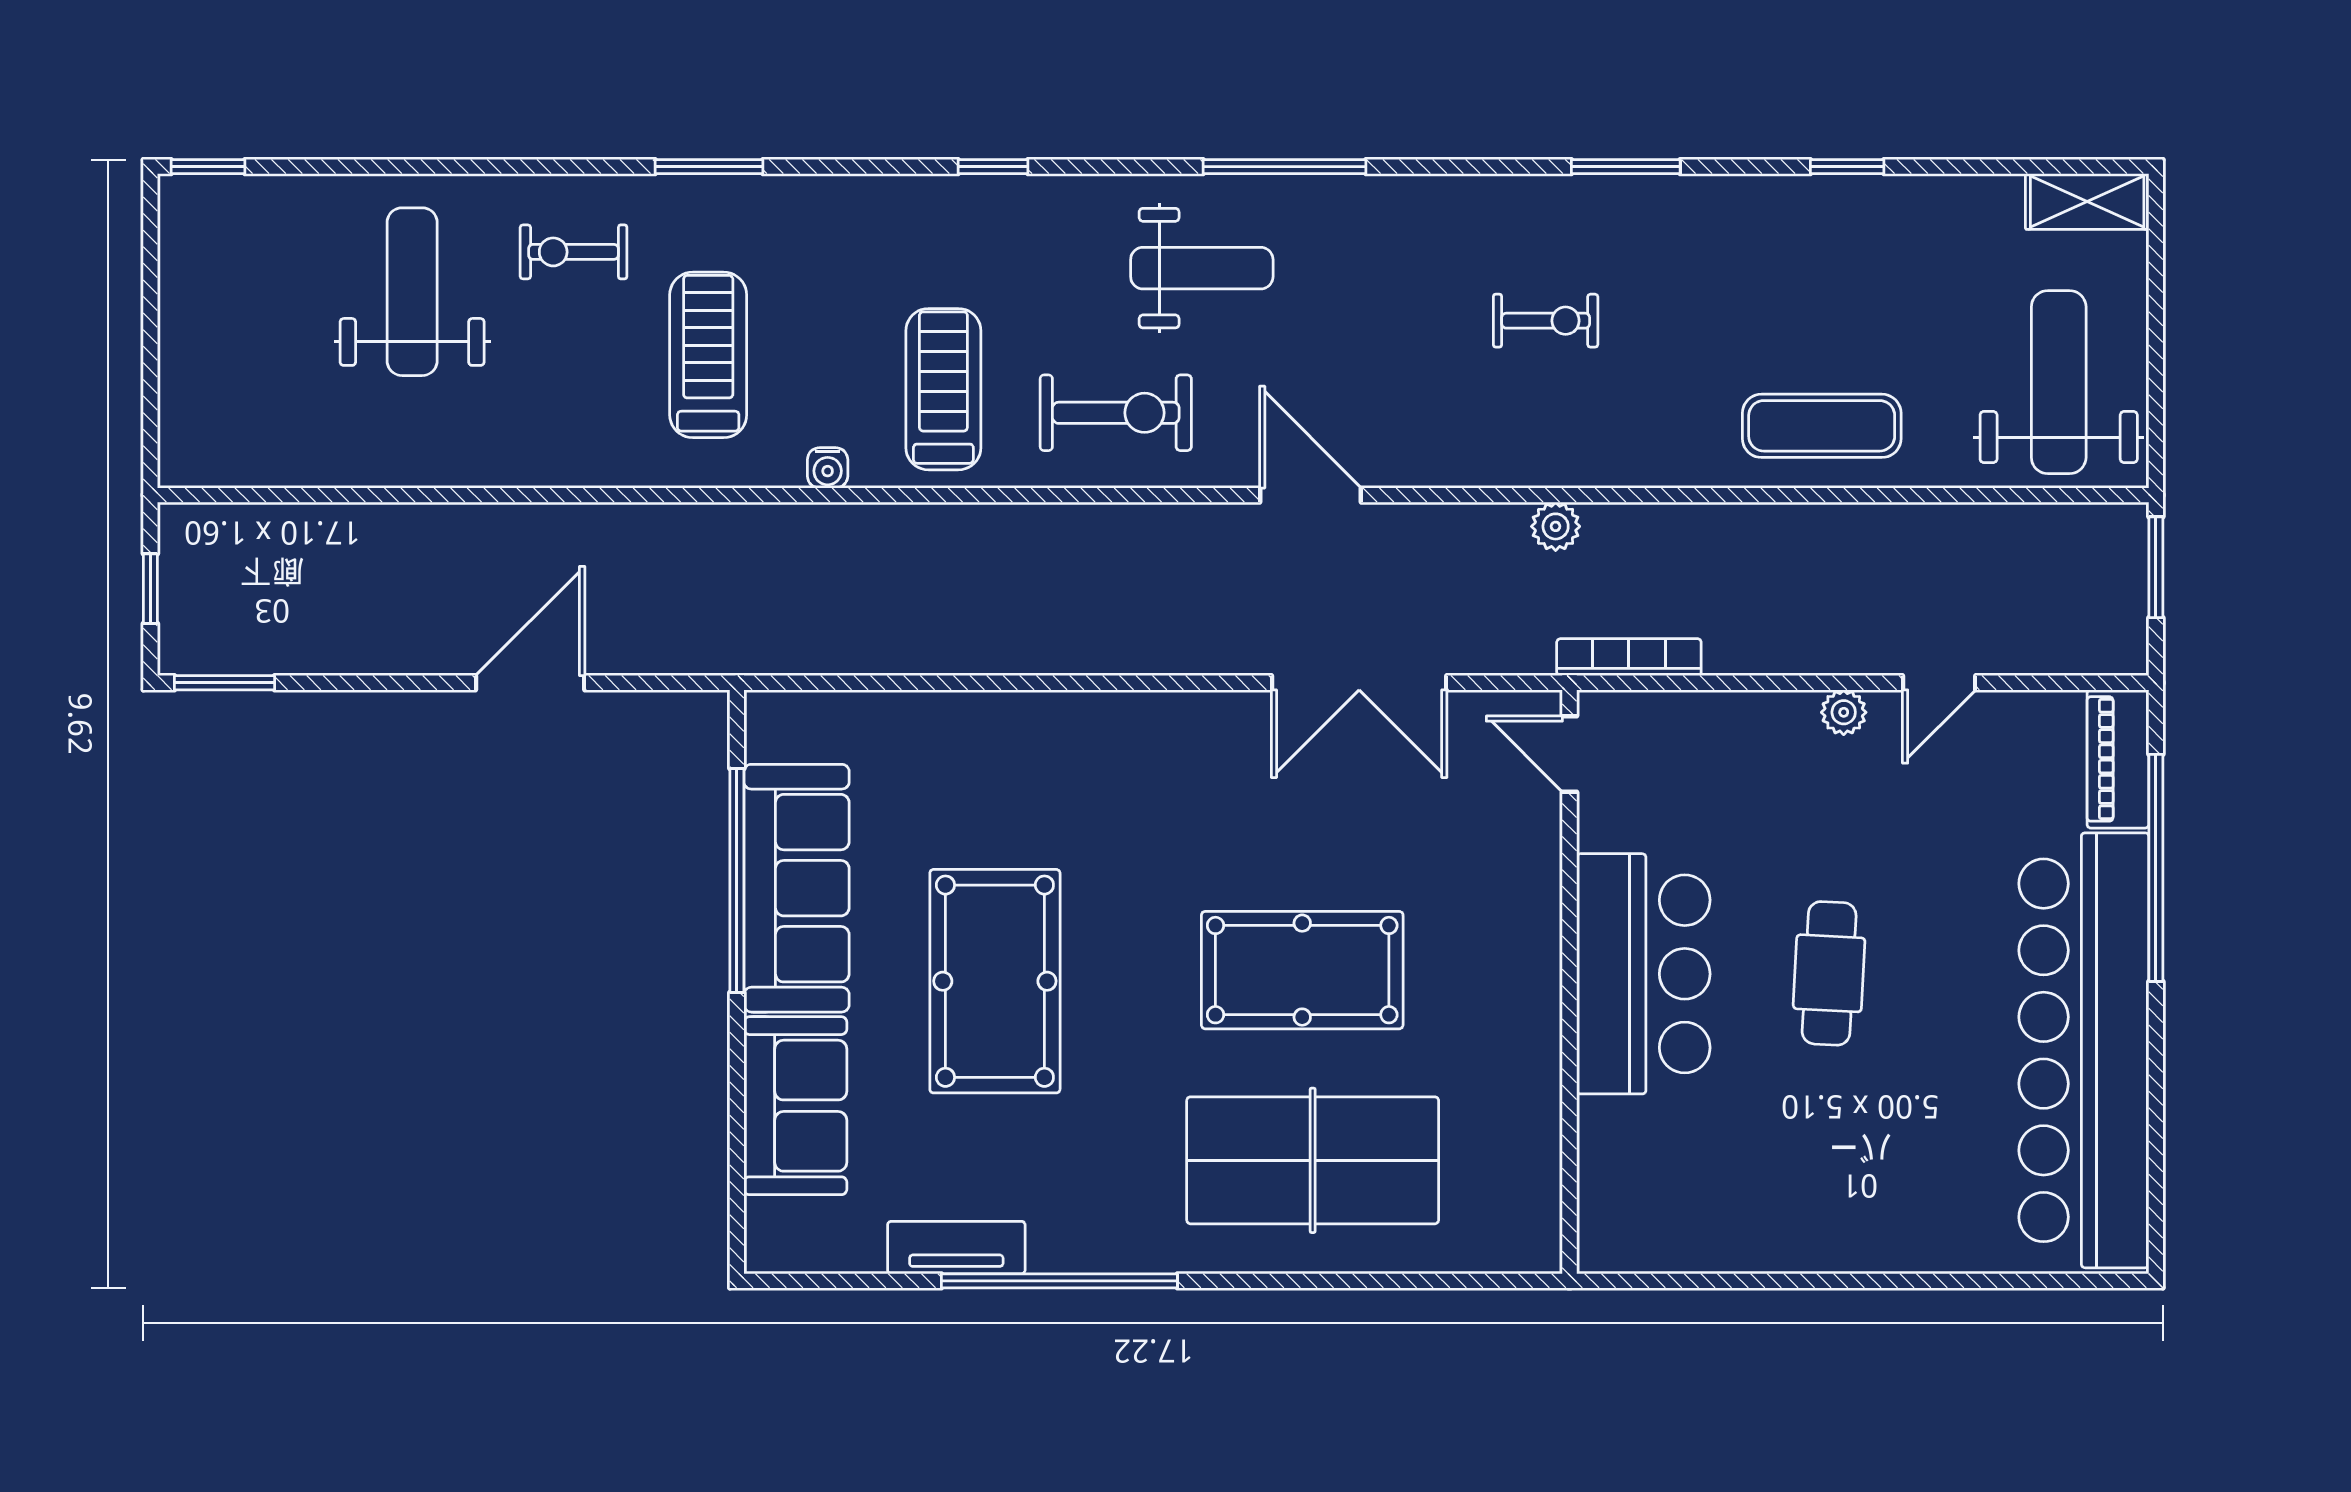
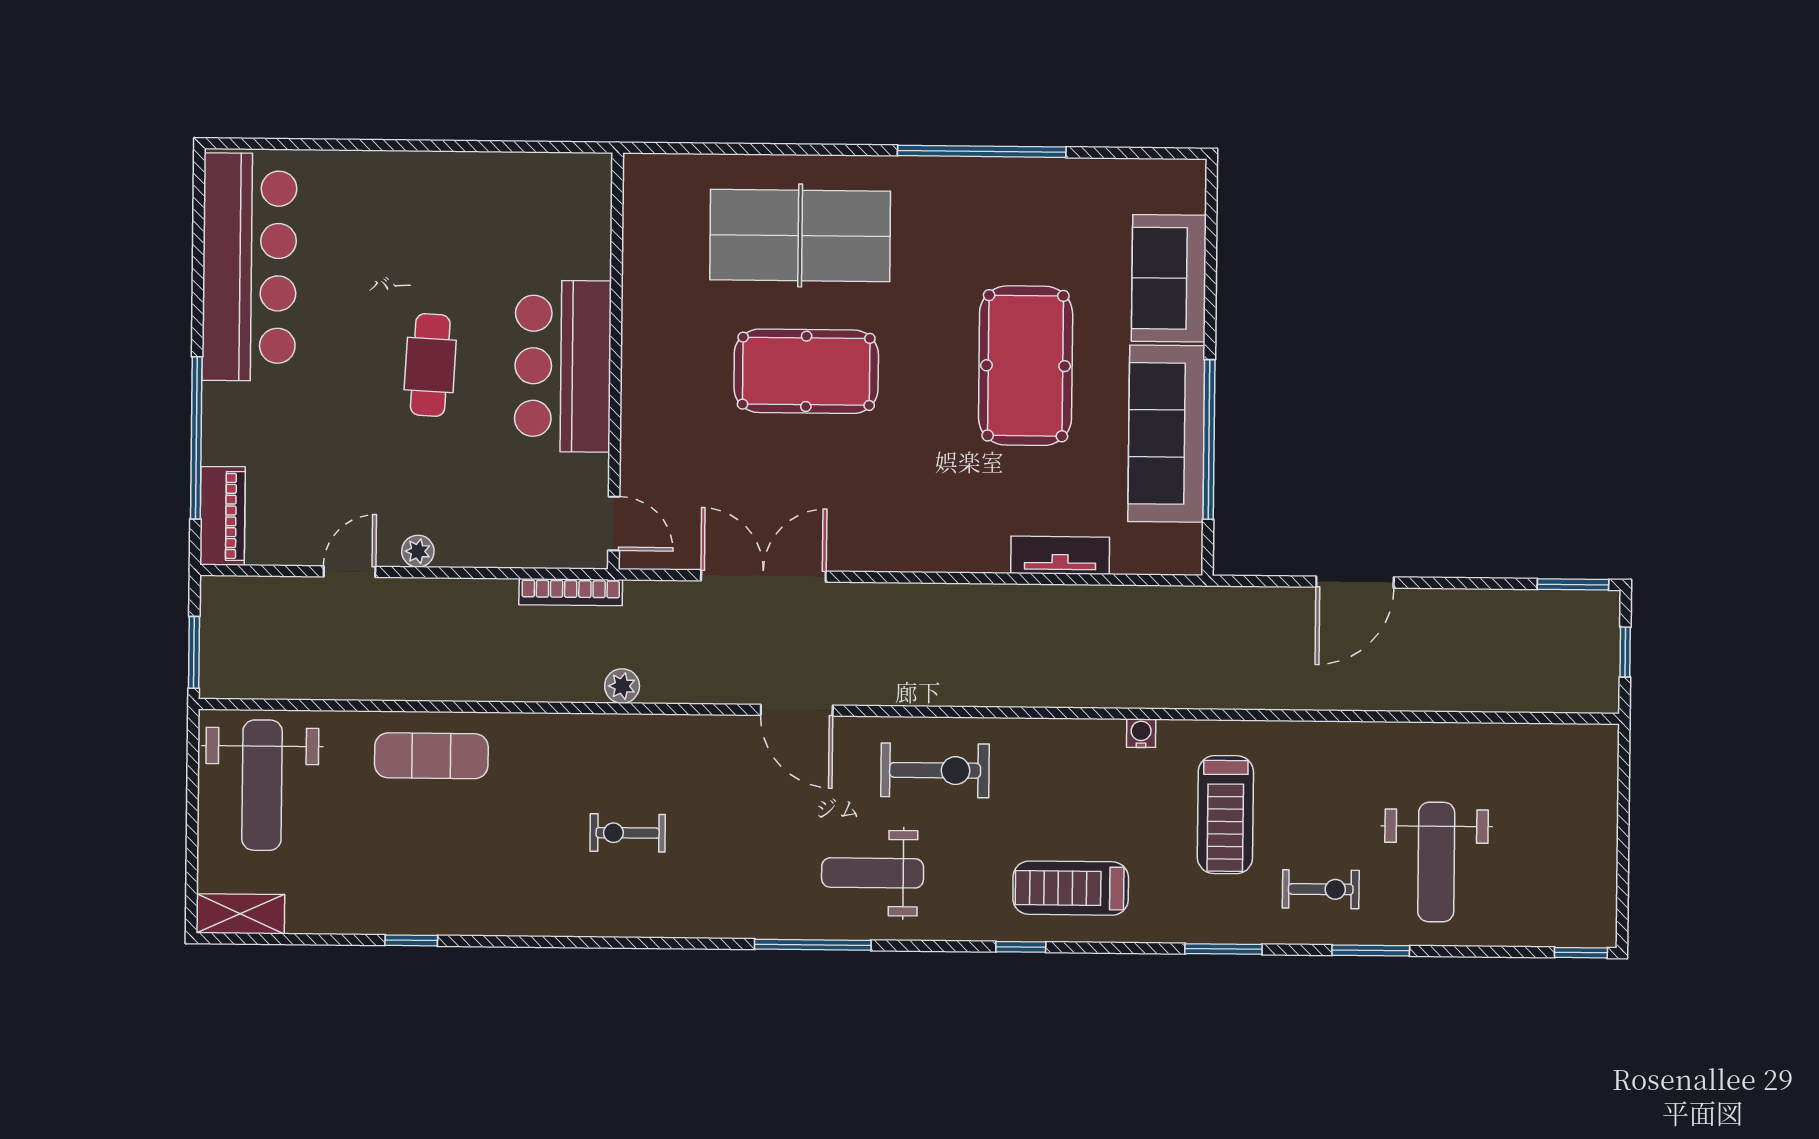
window: (1626, 167) -> (1371, 951), moved
treadmill: (943, 389) -> (1071, 888), moved, turned 90
exercise bike: (1116, 413) -> (935, 770), turned 180
bar counter: (2084, 1050) -> (249, 267), width x0.73
tv unit: (956, 1248) -> (1060, 555), moved, turned 180

